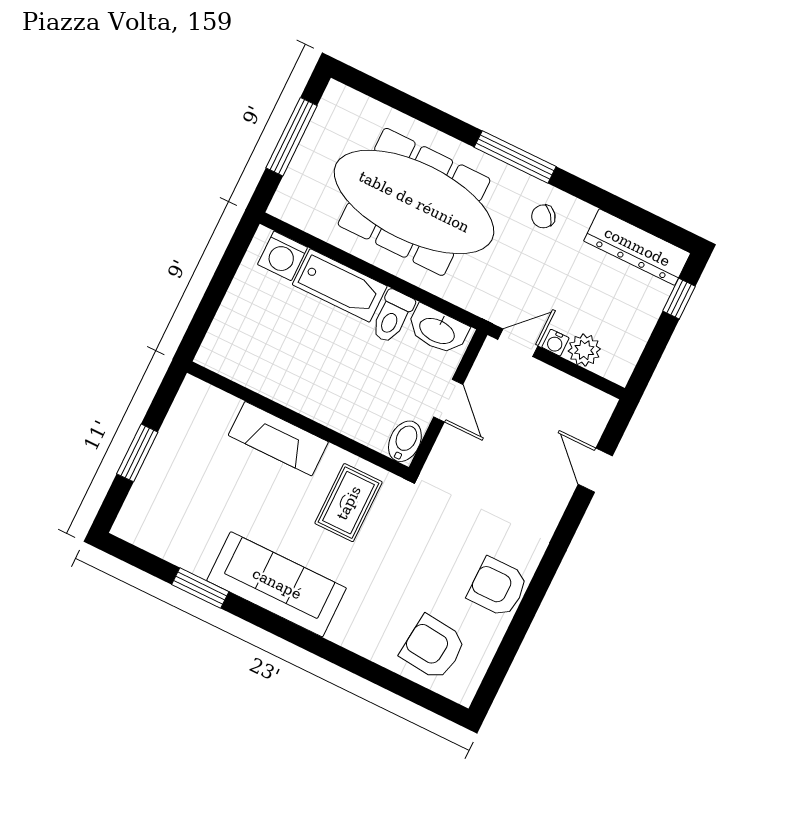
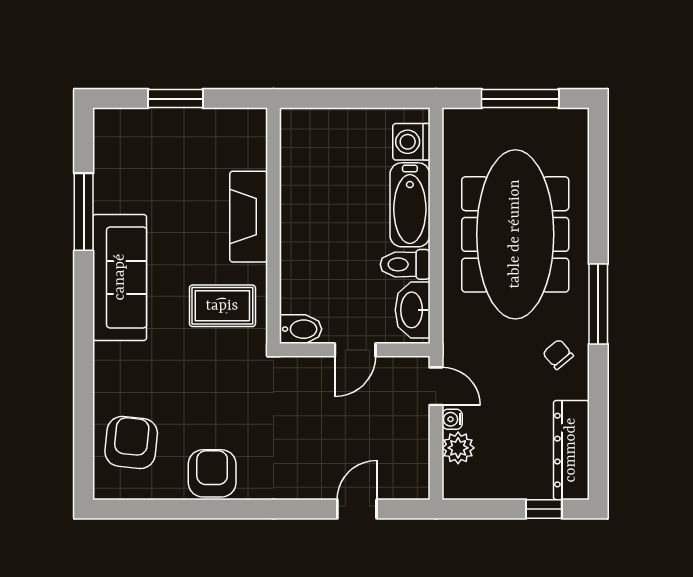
window: (200, 588) -> (84, 212), width x1.44

